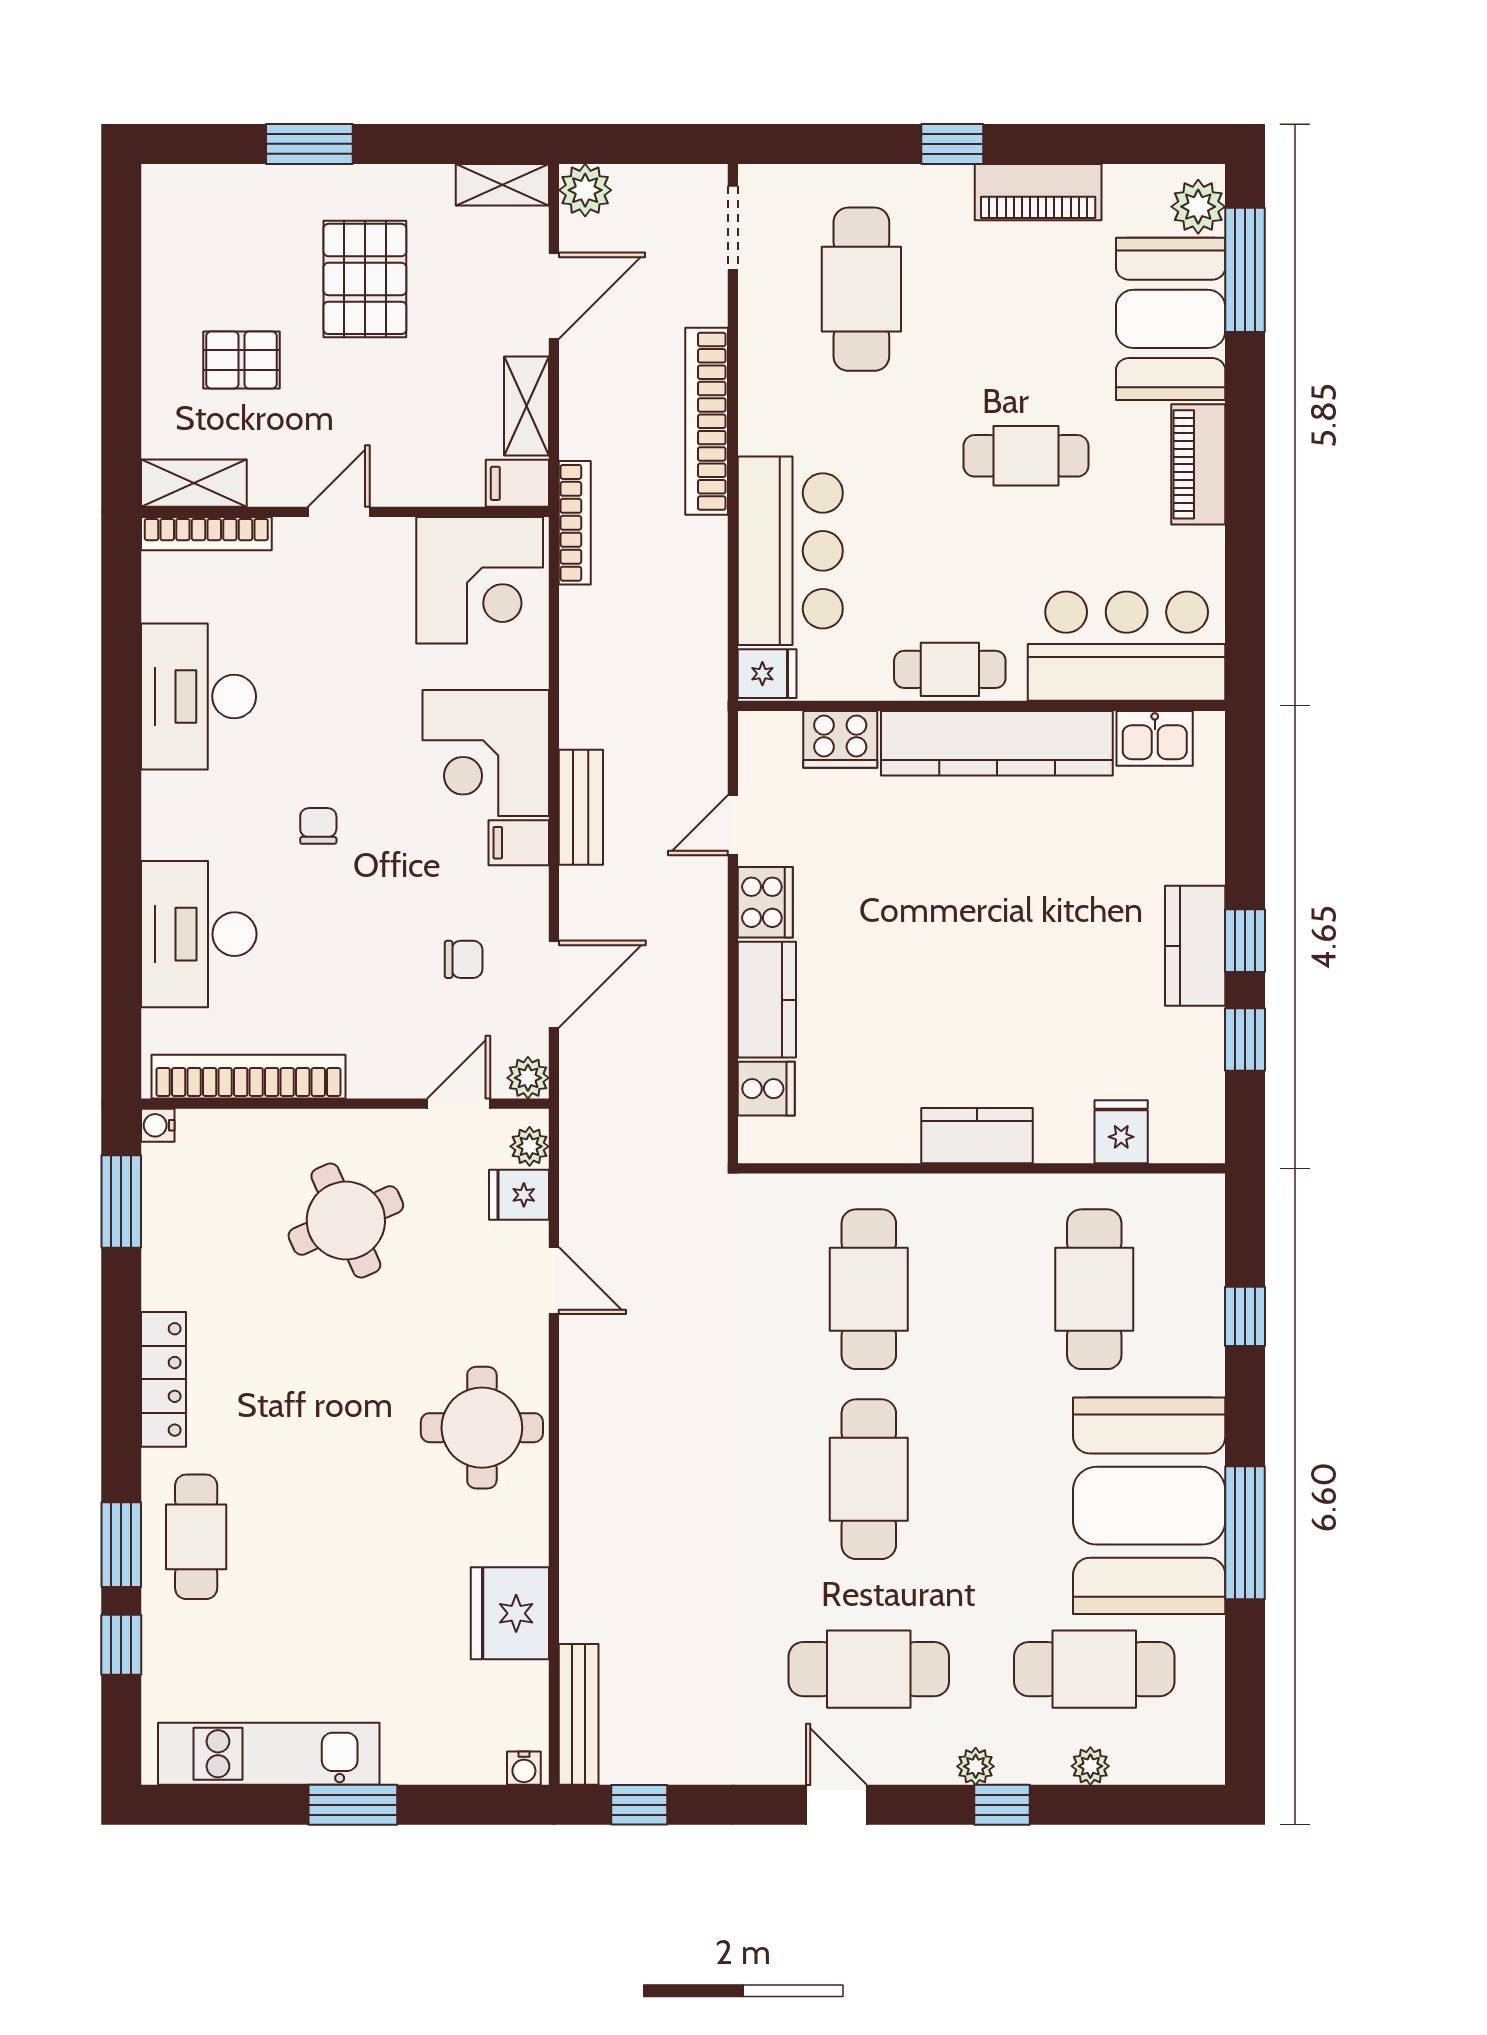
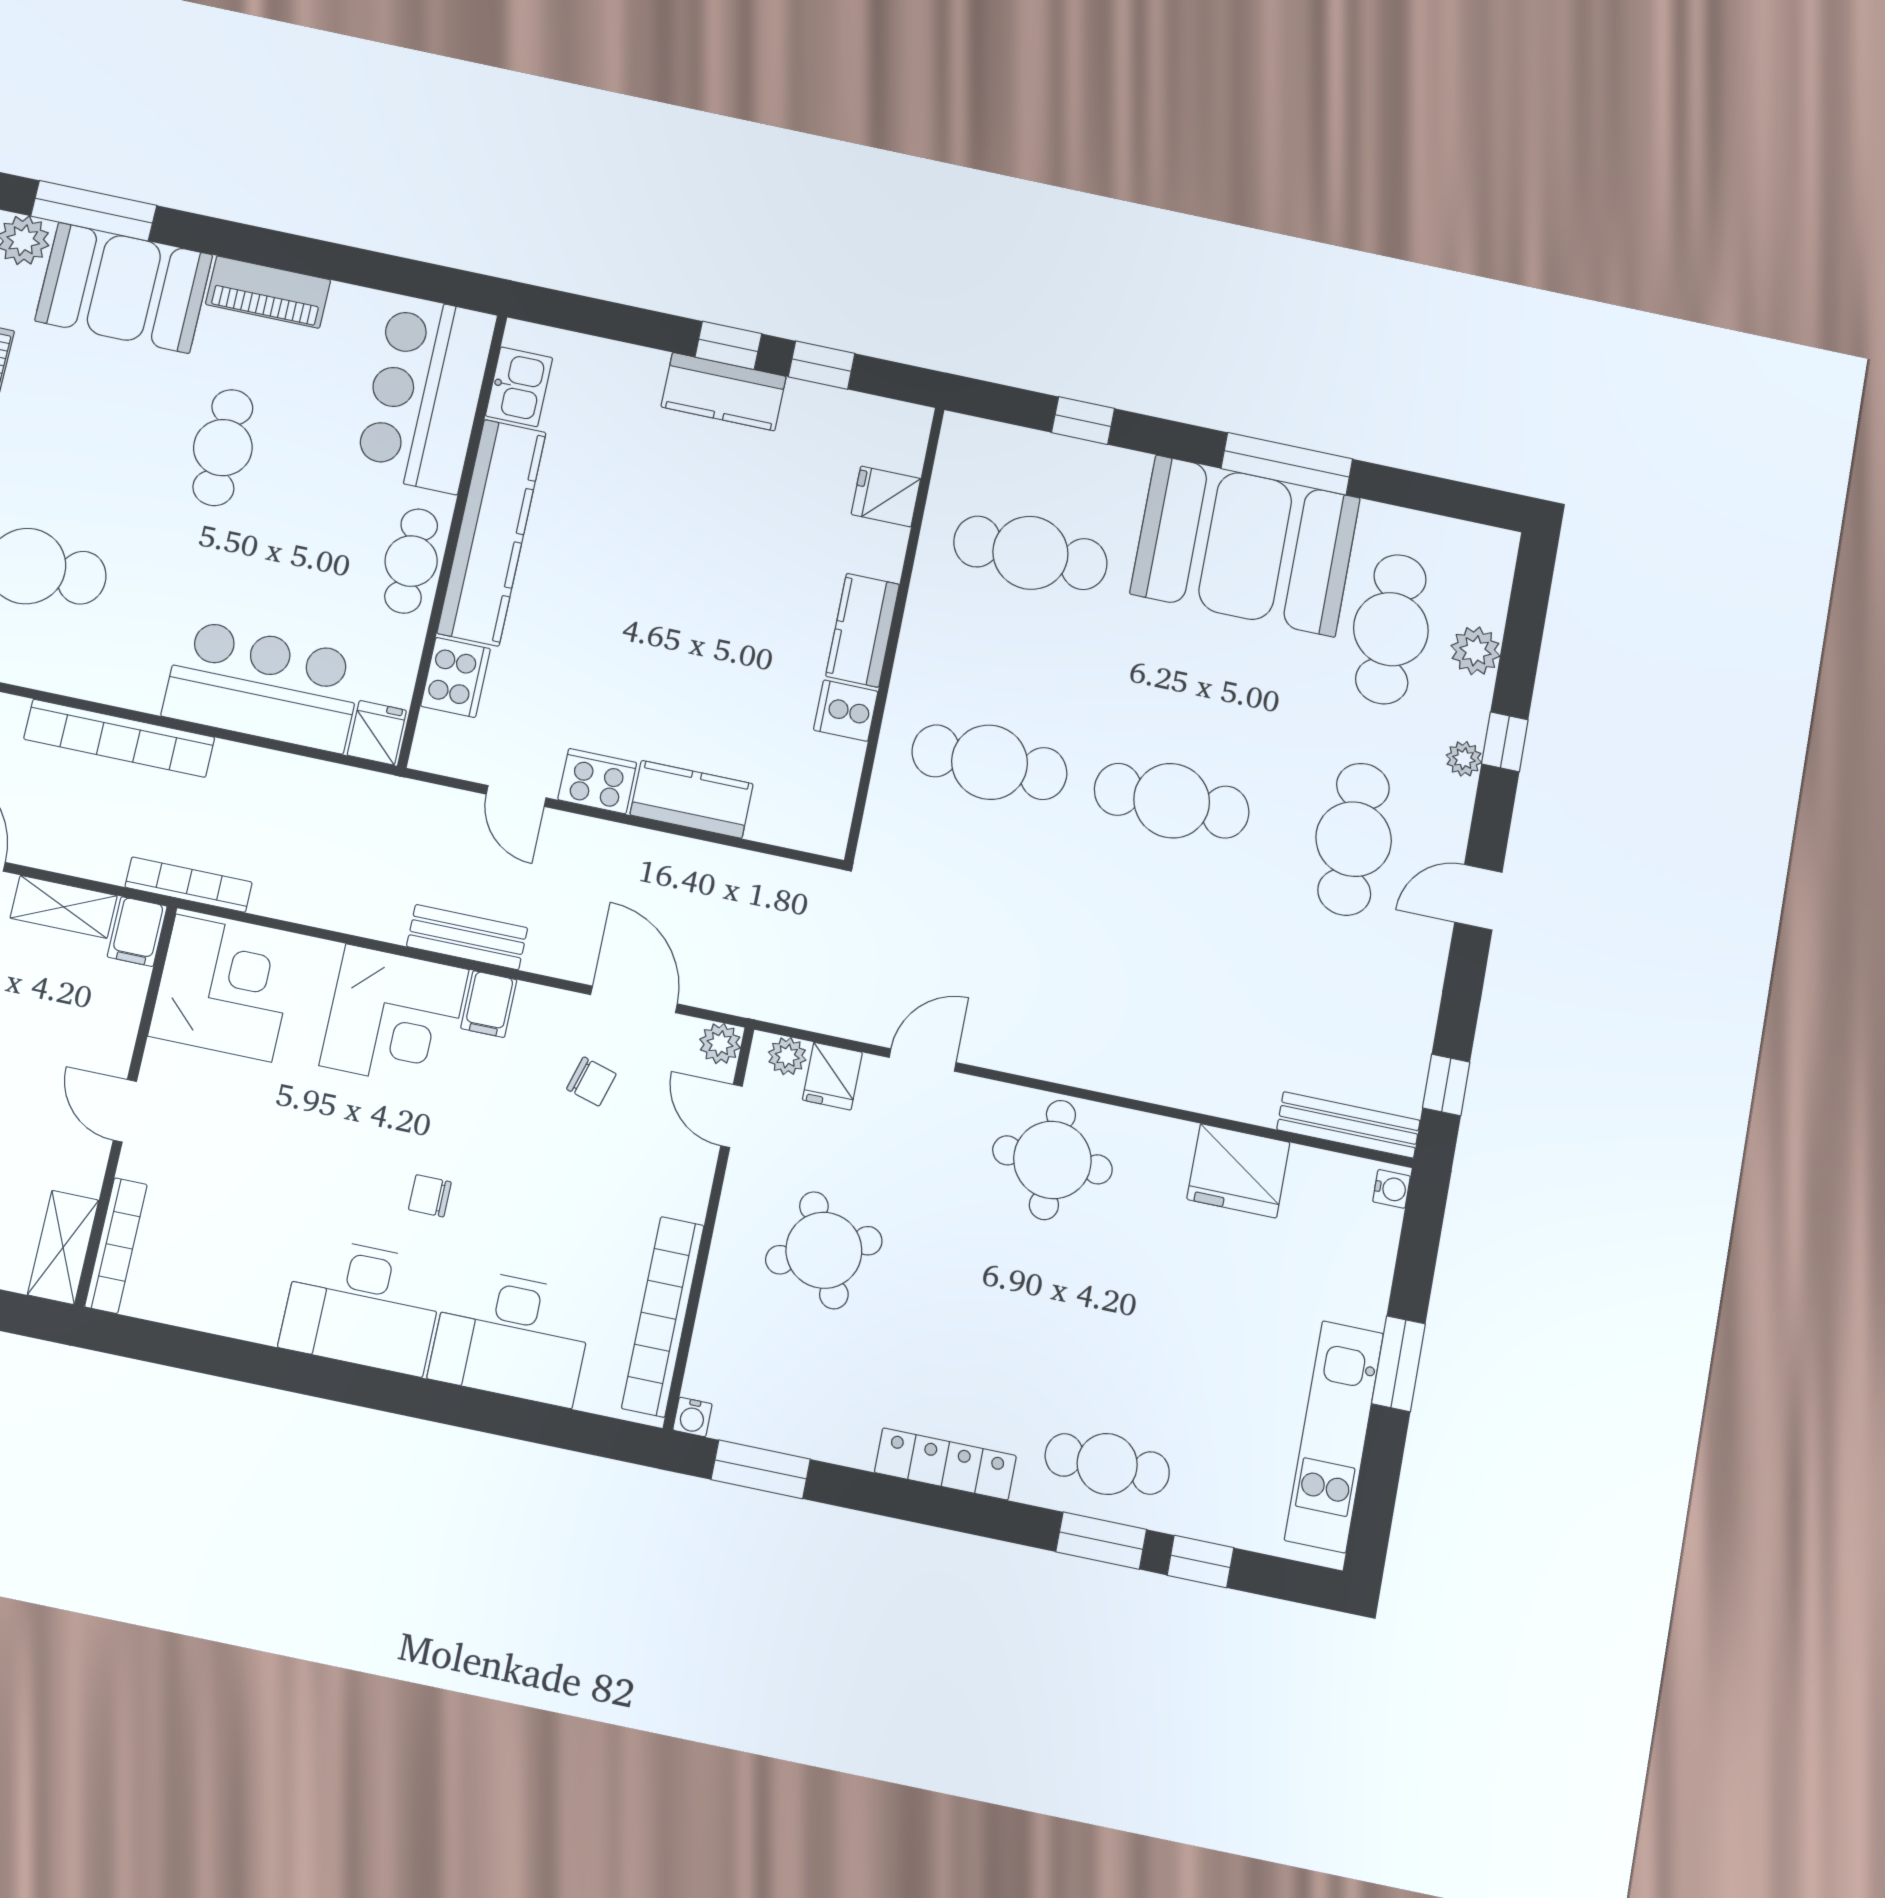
desk: (199, 697) -> (362, 1305), moved
chair: (464, 959) -> (591, 1081), turned 106
cooker: (766, 1089) -> (846, 711), moved, turned -90
plant: (1090, 1766) -> (1475, 651), width x1.38, depth x1.38

